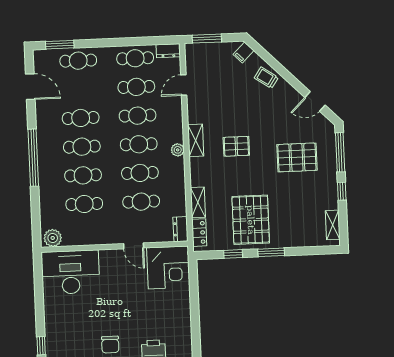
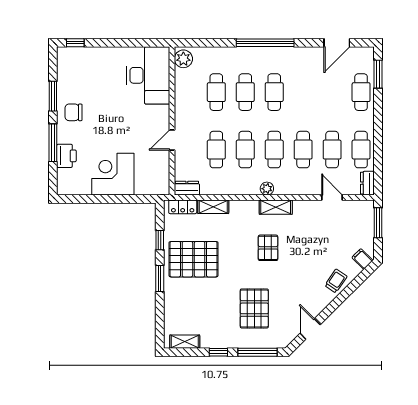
cafe table: (81, 118) -> (303, 92), removed
corner desk: (168, 267) -> (113, 174), moved, turned 90

